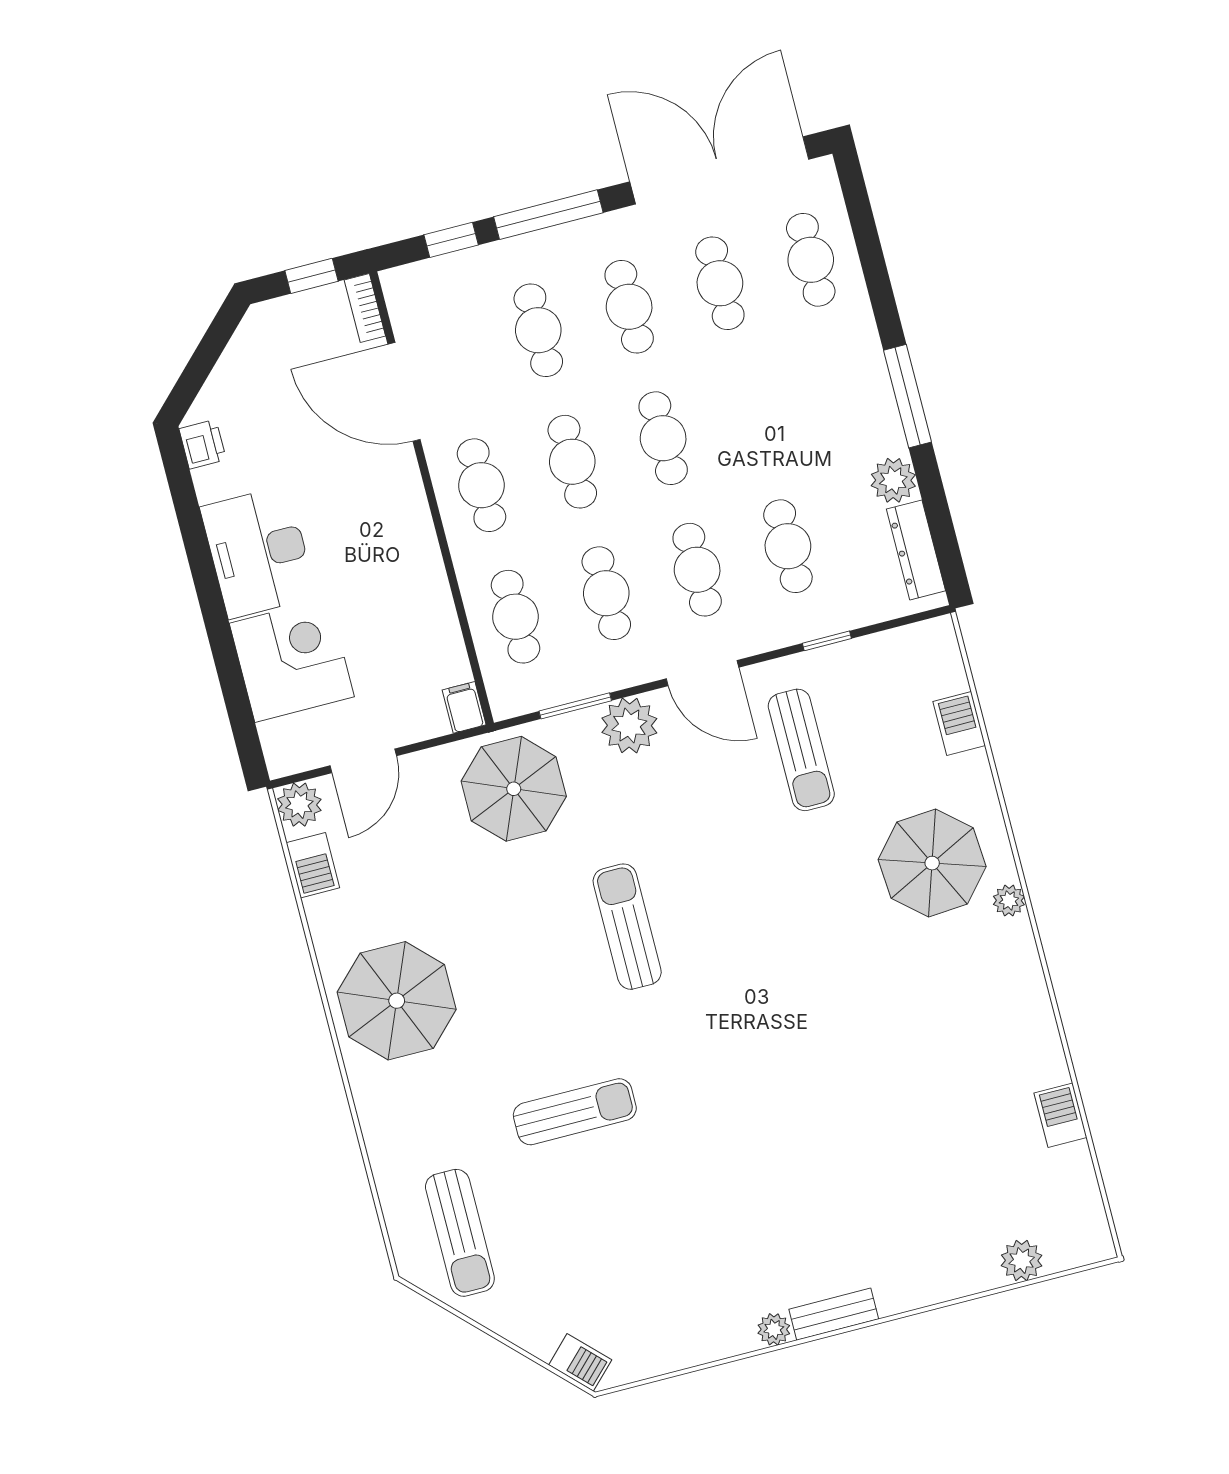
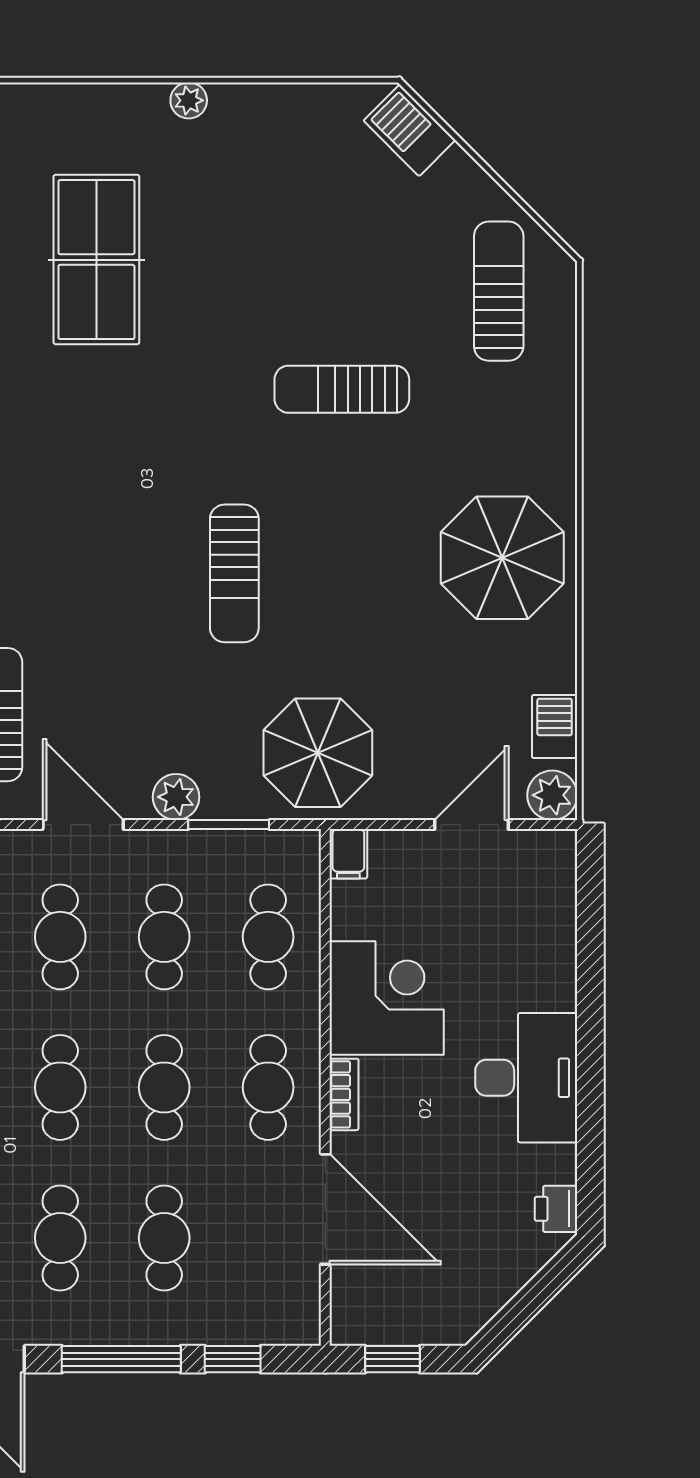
bookcase: (365, 308) -> (344, 1094), moved
corner desk: (292, 660) -> (387, 998), moved, turned 180
plant: (629, 725) -> (176, 797), width x0.73, depth x0.73
table tennis table: (818, 1170) -> (96, 260), added
bench: (834, 1314) -> (120, 100), removed
barbecue: (580, 1362) -> (409, 130), width x1.38, depth x1.27

